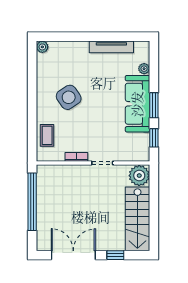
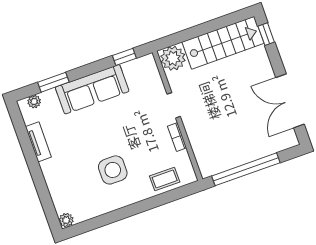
tv unit: (111, 47) -> (38, 142), width x0.71
plant: (144, 69) -> (34, 102), moved
side table: (69, 97) -> (113, 170), turned 34
window: (154, 105) -> (53, 82), moved
window: (115, 255) -> (266, 34), moved

